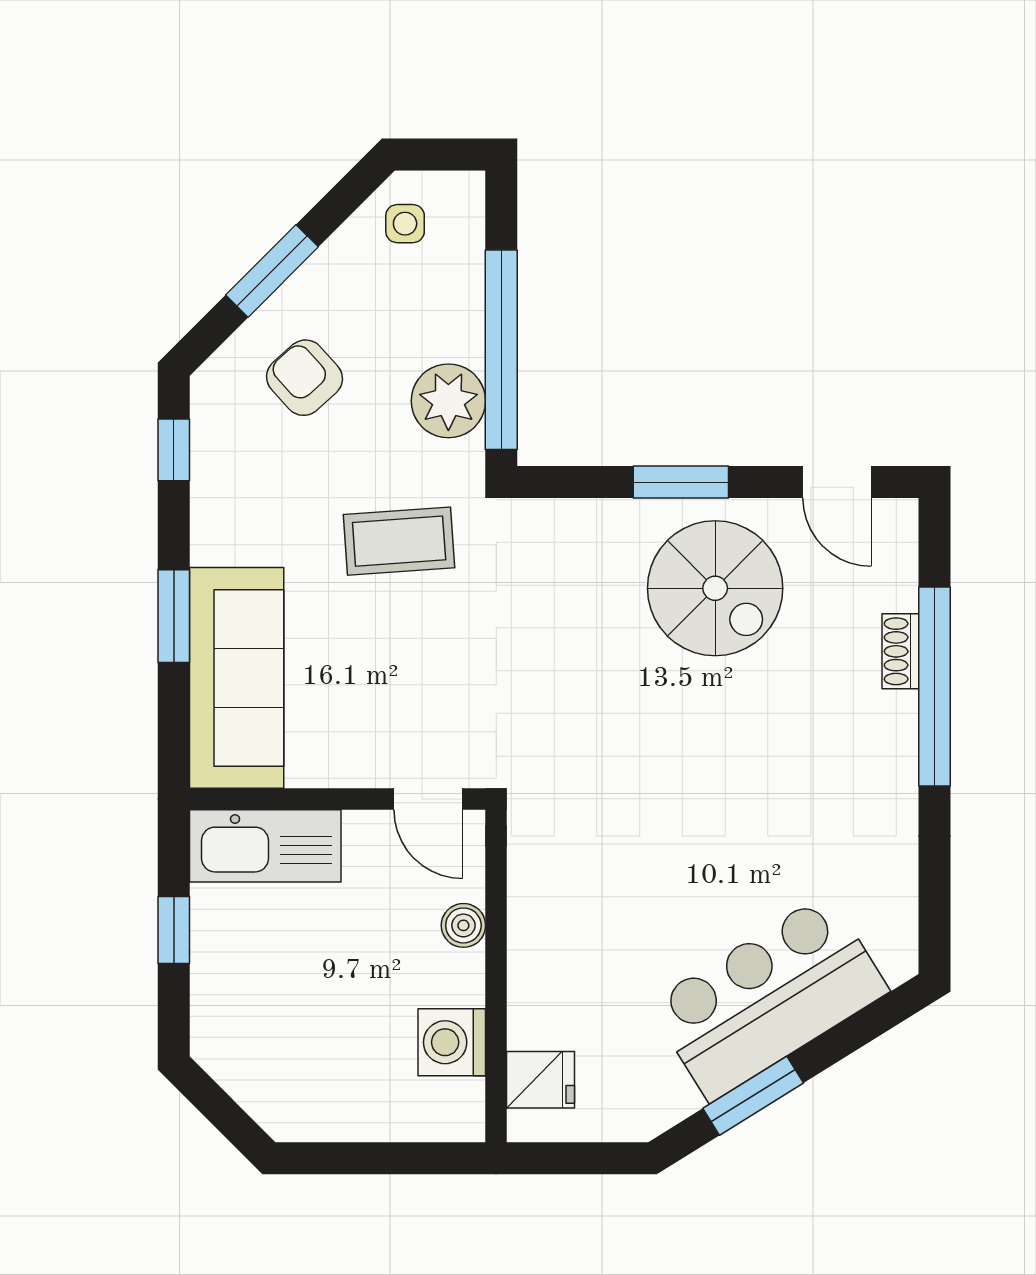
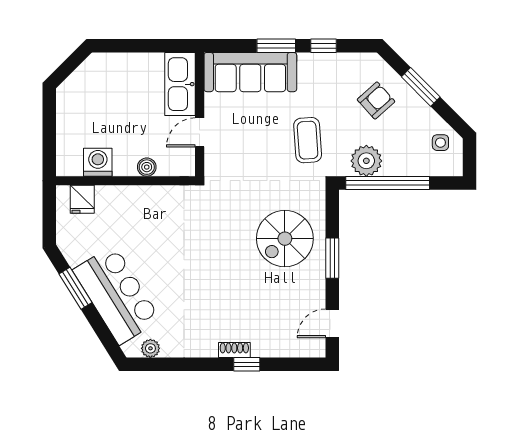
window: (174, 450) -> (323, 46), moved
spiral stairs: (715, 588) -> (285, 239), moved
shoe rack: (900, 651) -> (234, 350), moved
window: (935, 686) -> (247, 364), width x0.32
door: (428, 799) -> (200, 132), moved
plant: (897, 917) -> (150, 348), added
window: (174, 930) -> (145, 46), removed

